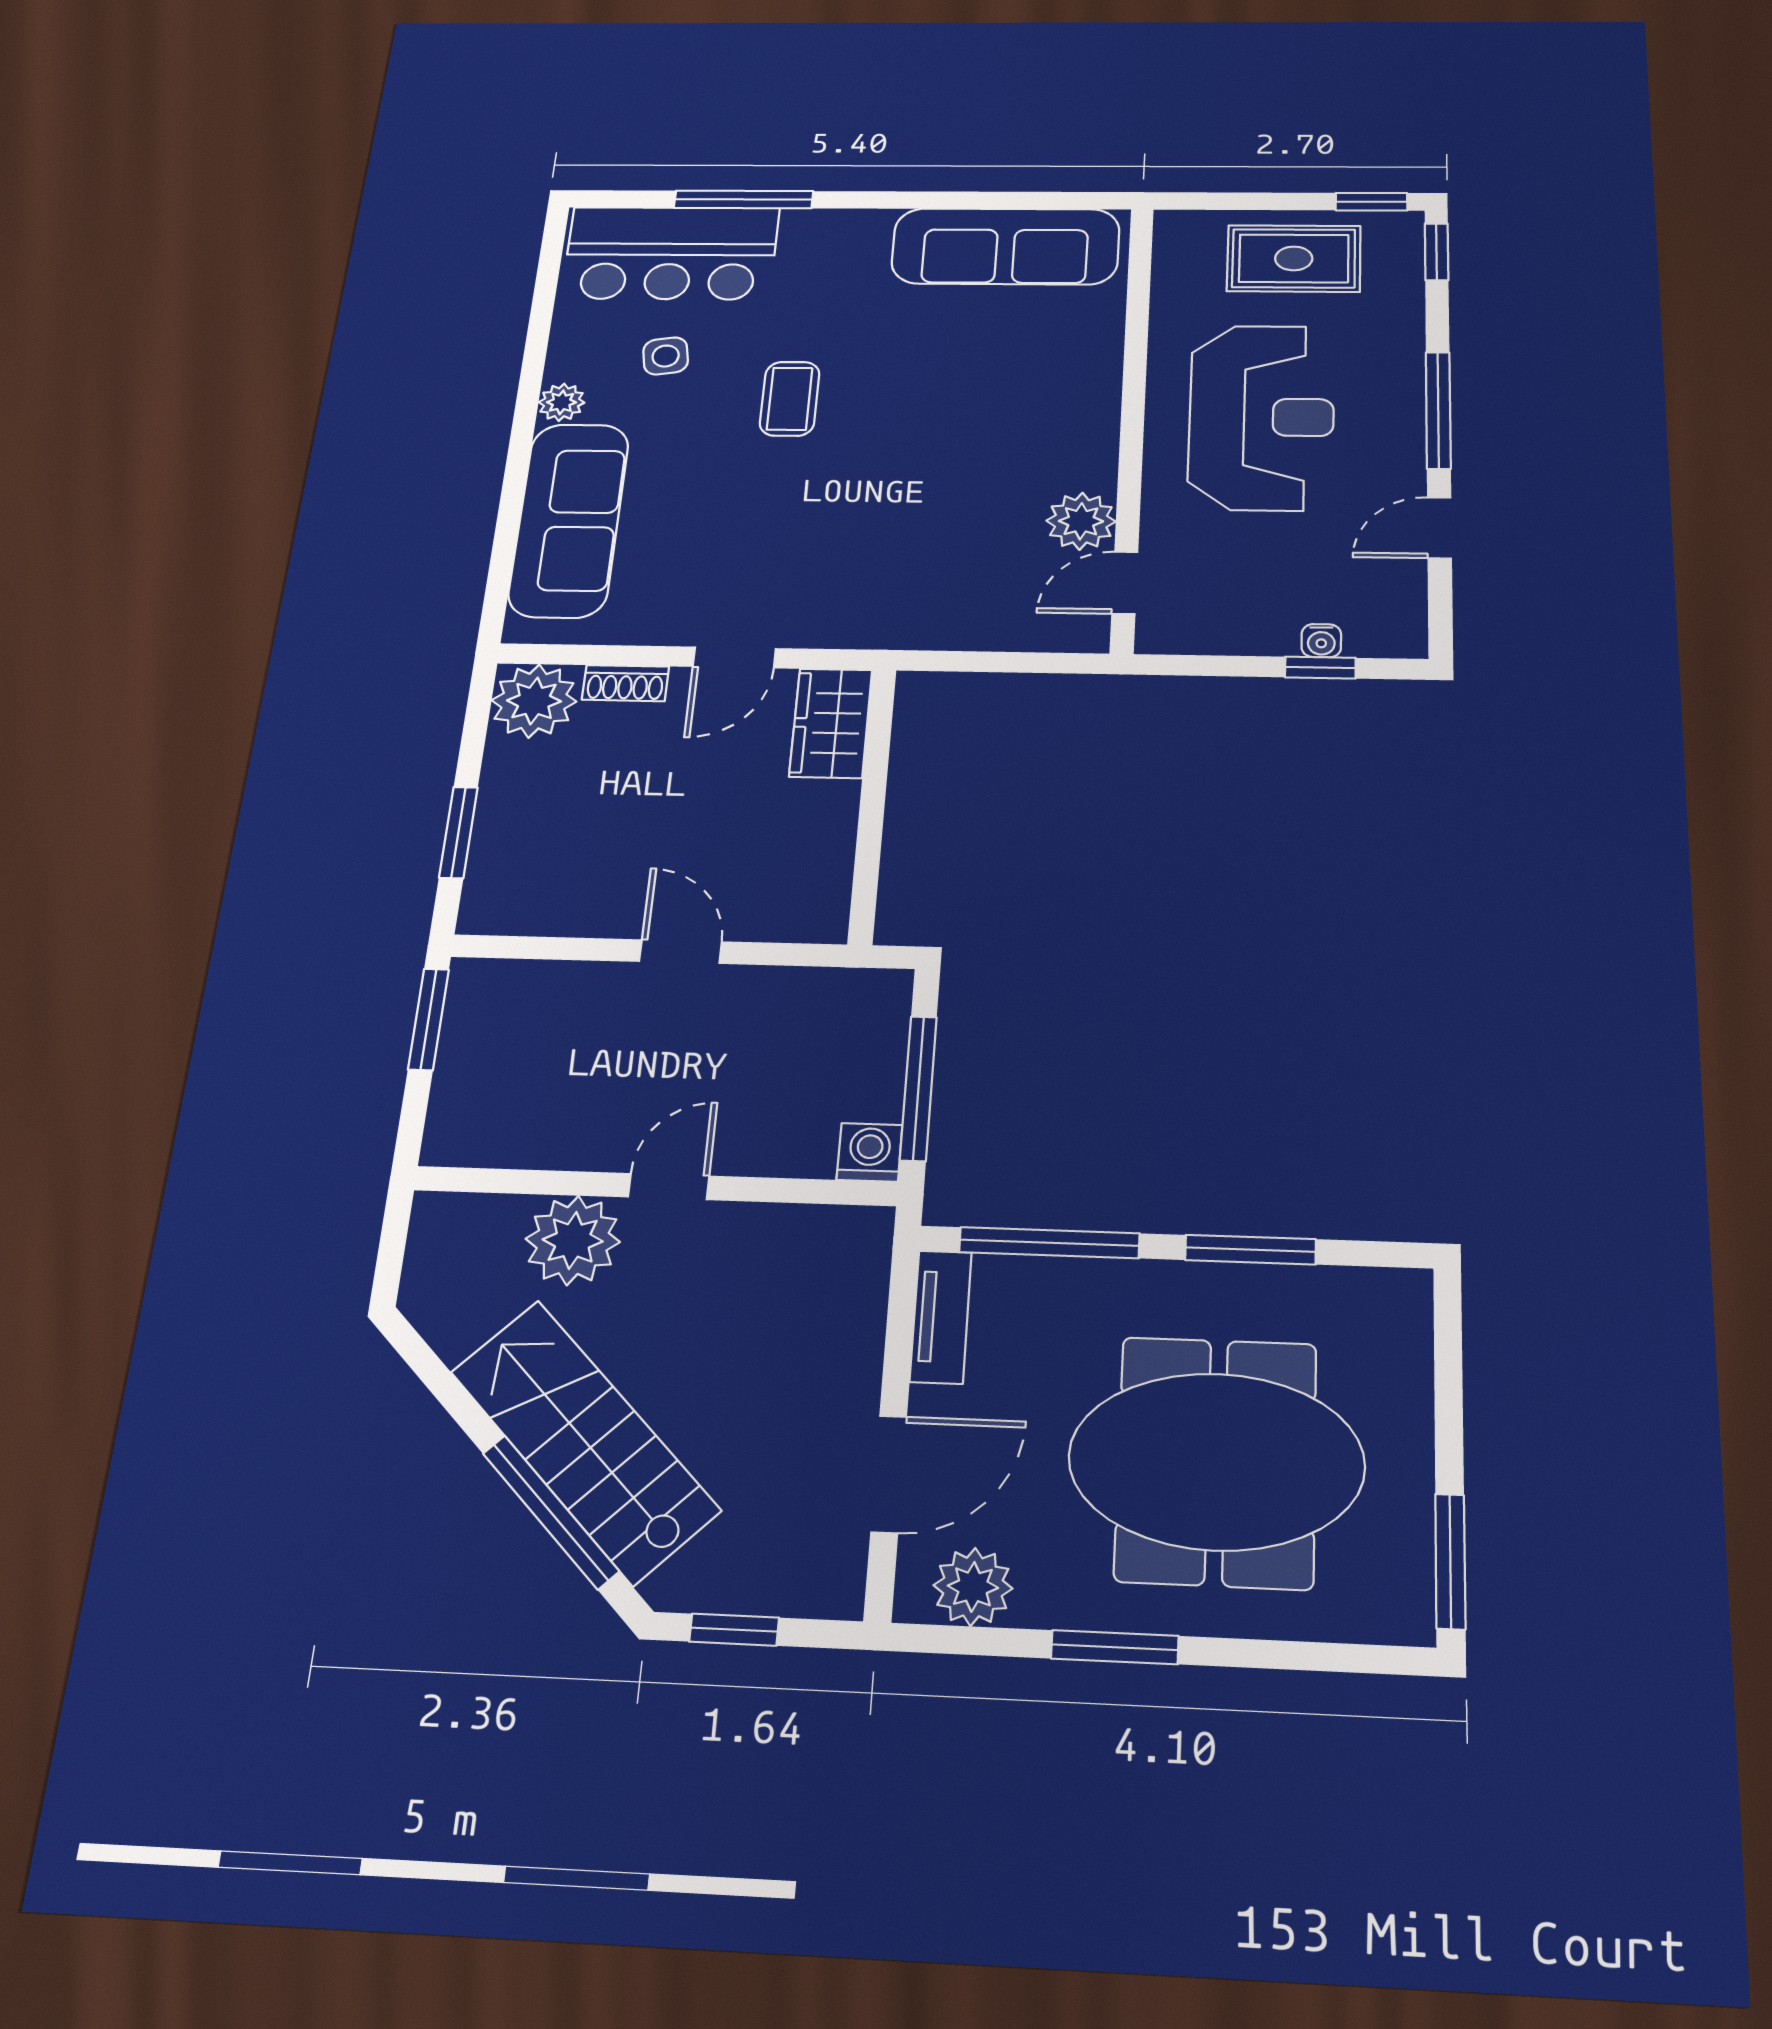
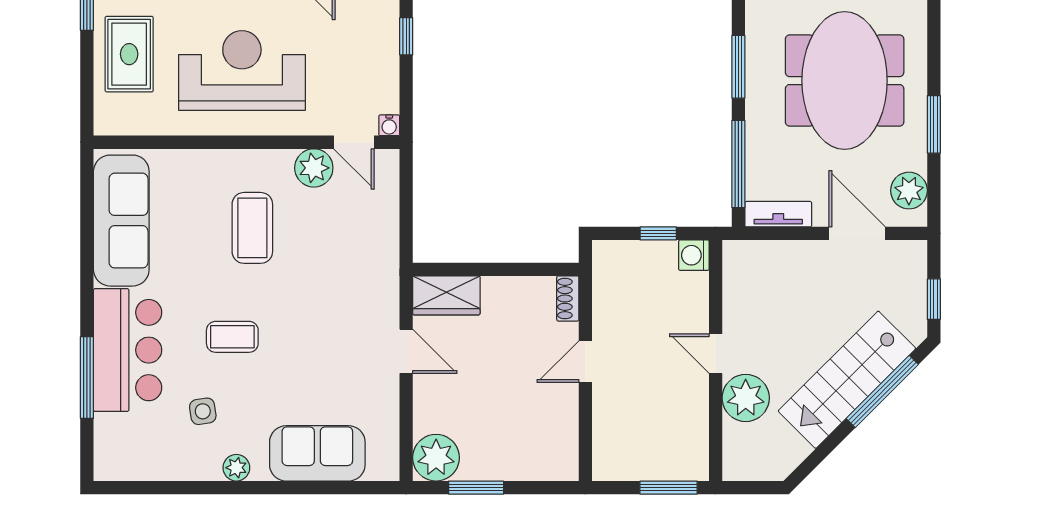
bar counter: (671, 253) -> (128, 350), moved
coffee table: (979, 429) -> (252, 228), added
sofa: (569, 520) -> (317, 453), width x0.73
water cooler: (1321, 641) -> (389, 125), moved, turned 90
shoe rack: (625, 683) -> (568, 298), moved, turned 180
window: (458, 832) -> (476, 488), moved
window: (428, 1019) -> (669, 488), moved
window: (918, 1088) -> (658, 233), width x0.46

